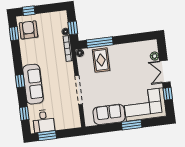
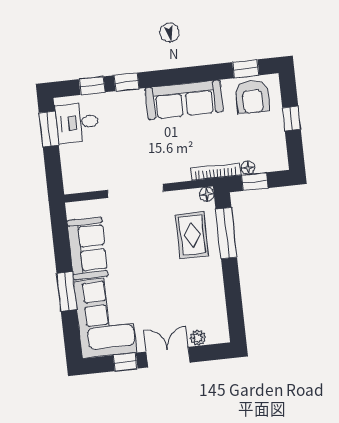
window: (29, 11) -> (291, 119), moved
armchair: (29, 30) -> (252, 97), turned 90
rug: (101, 60) -> (192, 235), turned 90
window: (20, 81) -> (127, 82), moved
sofa: (33, 84) -> (184, 100), moved

